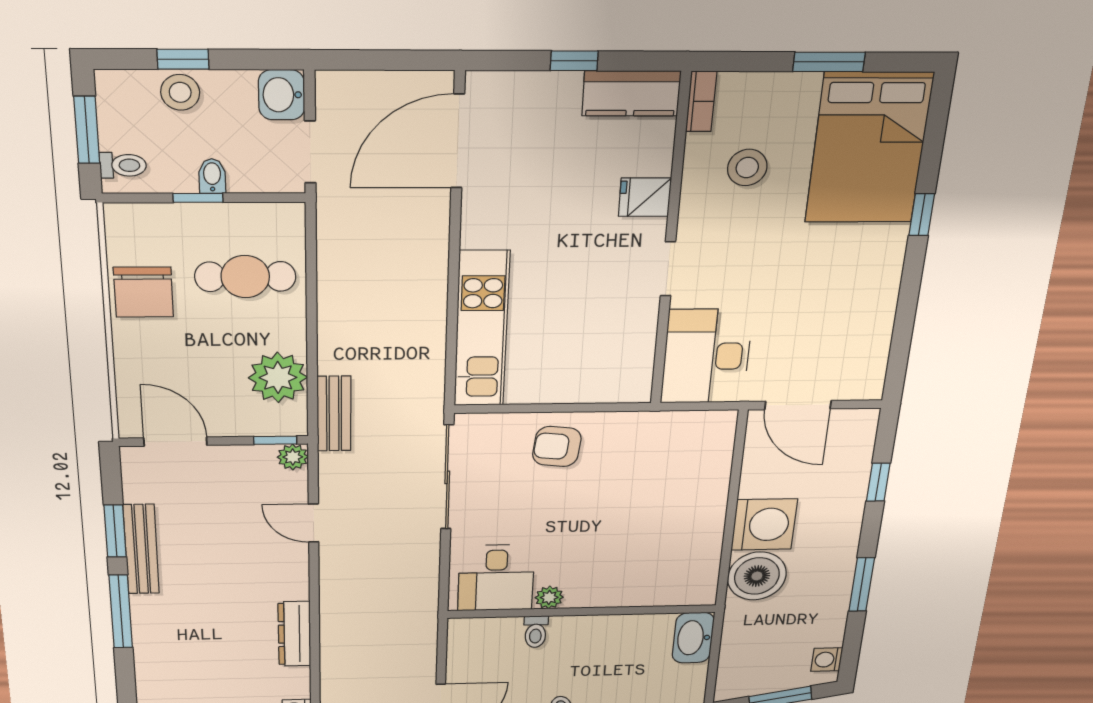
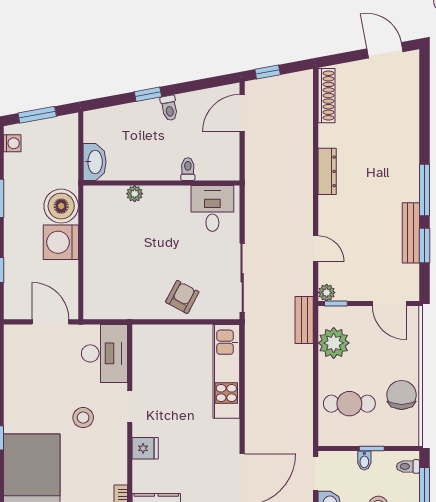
stool: (747, 168) -> (83, 418), moved
armchair: (557, 447) -> (182, 297), turned -68
plant: (549, 597) -> (135, 194), moved

